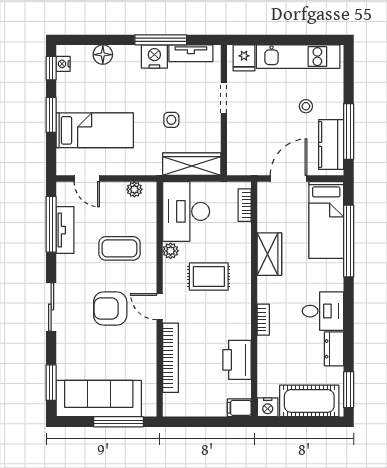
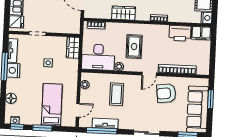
wardrobe: (192, 164) -> (73, 48), width x0.67
armchair: (110, 309) -> (166, 93), moved, turned 83
filing cabinet: (239, 408) -> (201, 33), width x2.00
window: (118, 422) -> (211, 99), width x0.69

